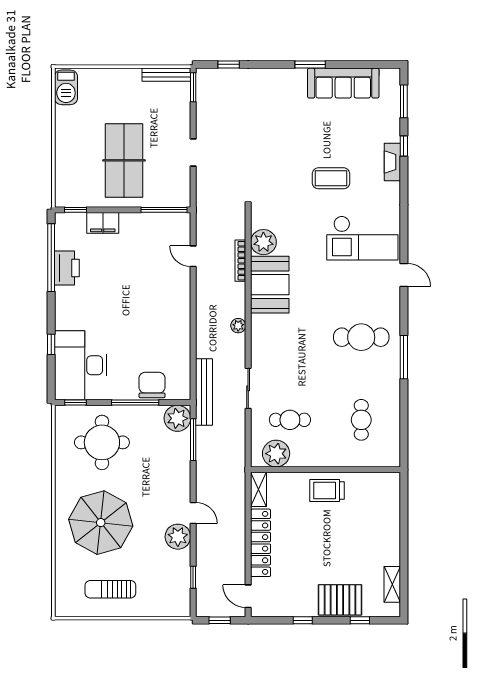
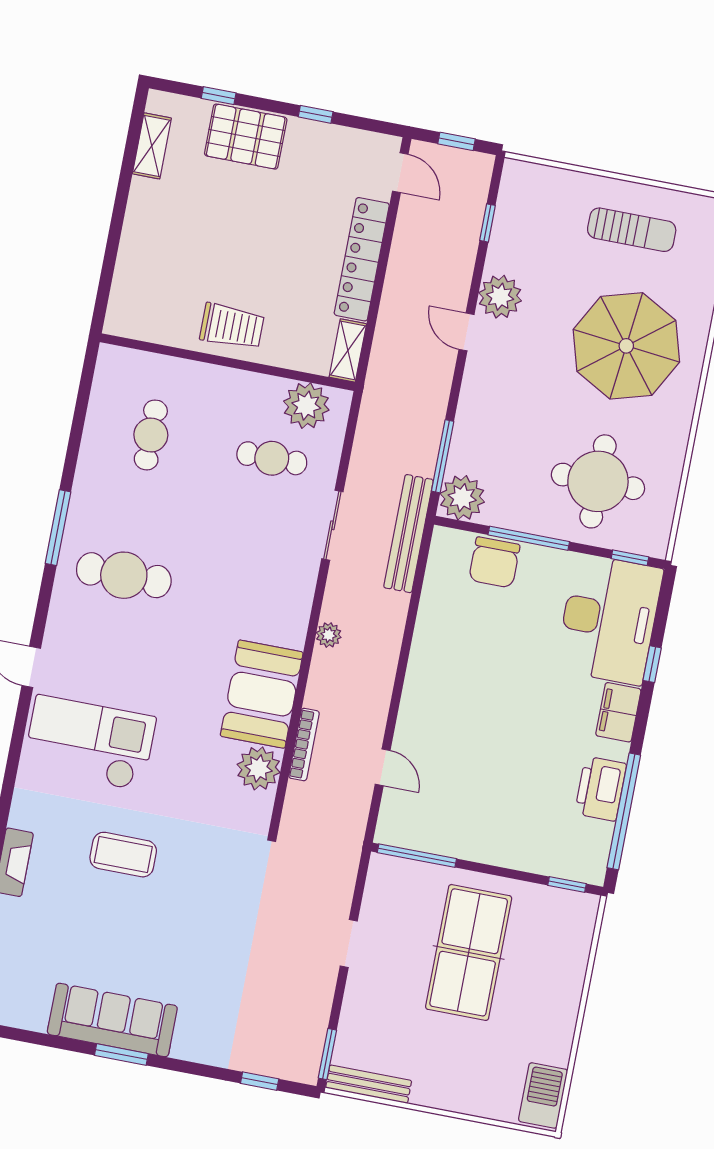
sofa: (343, 83) -> (112, 1020), moved
filing cabinet: (103, 223) -> (618, 712), moved, turned -90

